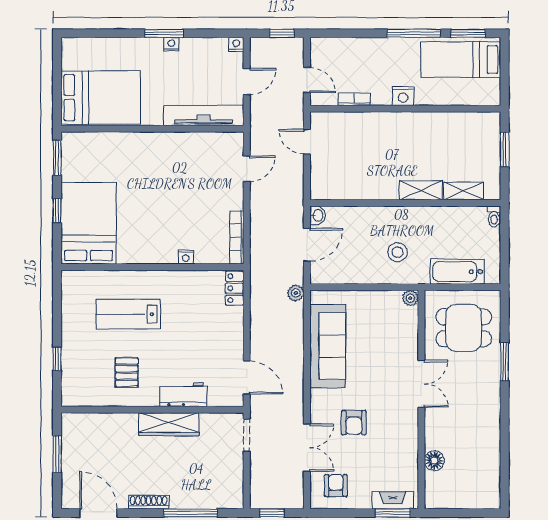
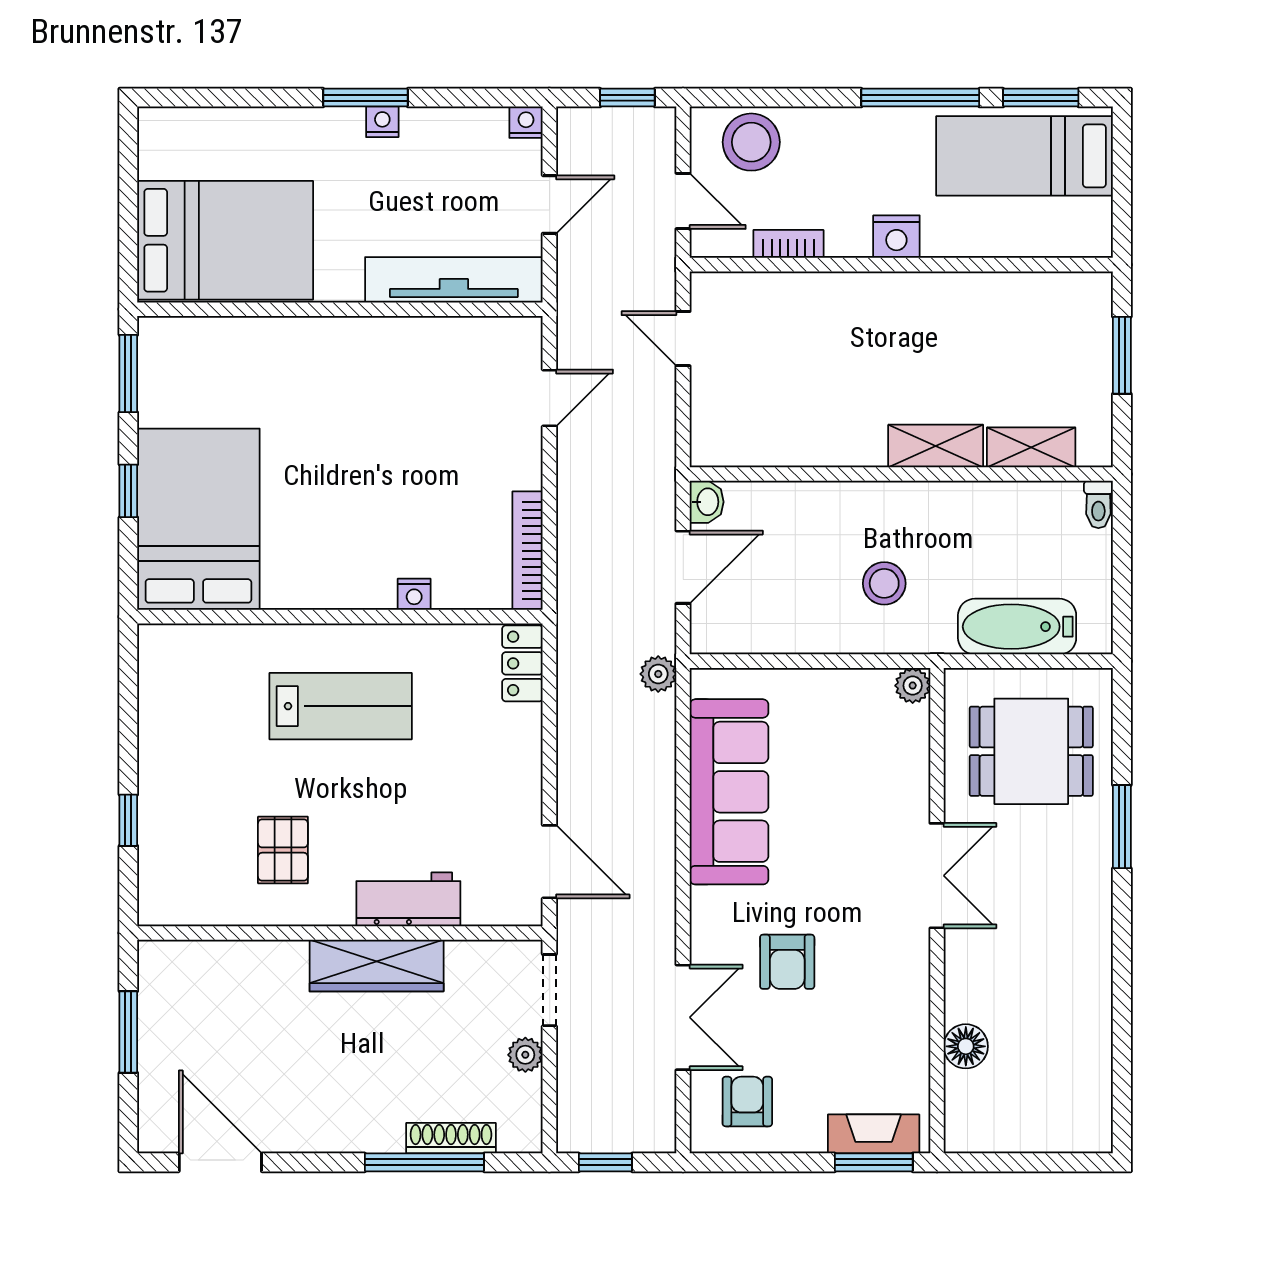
stool: (338, 53) -> (751, 142), added
lab bench: (128, 314) -> (341, 706), moved, turned 180
plant: (236, 464) -> (525, 1055), added
shoe rack: (149, 502) -> (451, 1138), moved

